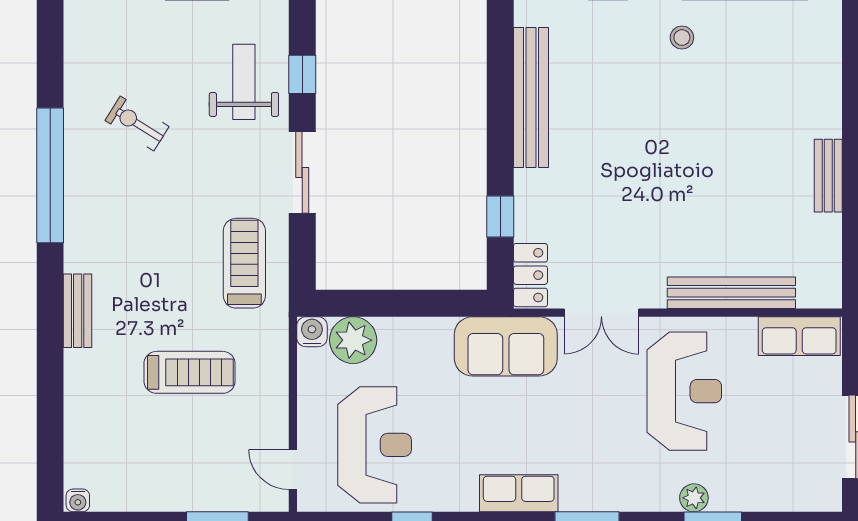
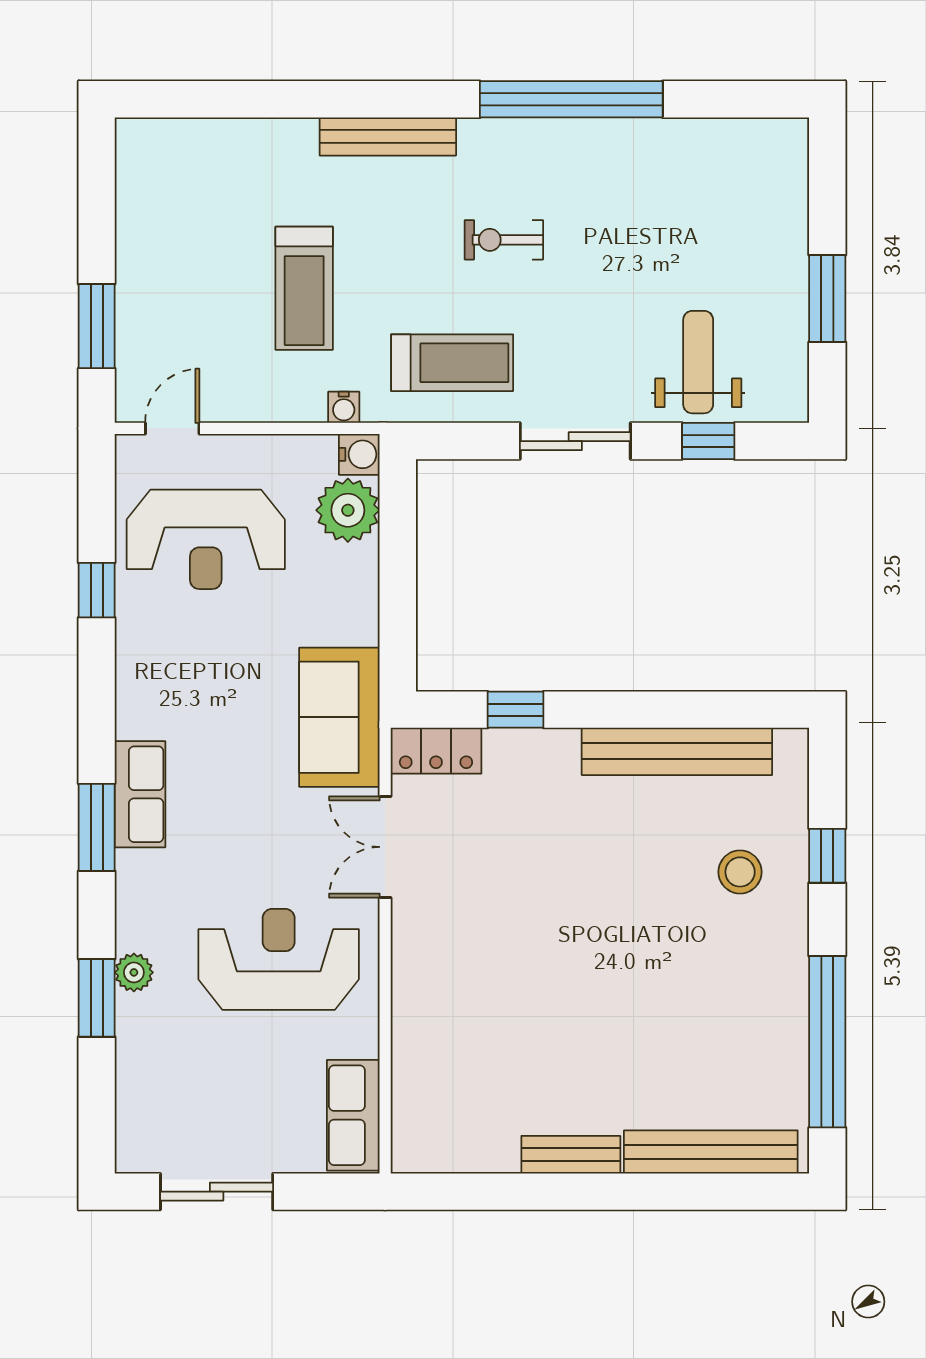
stool: (682, 38) -> (740, 872), moved, width x1.37, depth x1.37
weight bench: (244, 82) -> (698, 362), turned -90
exercise bike: (137, 123) -> (504, 240), moved, turned -122
bench: (731, 293) -> (711, 1152), moved, turned 90
bench: (78, 311) -> (388, 136), width x1.36
reception desk: (684, 391) -> (279, 959), turned 180
row of seats: (519, 493) -> (140, 794), moved
water cooler: (78, 500) -> (344, 407), moved, turned -90

